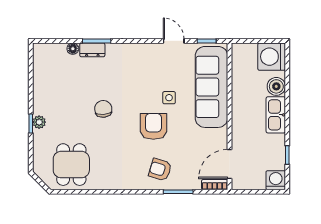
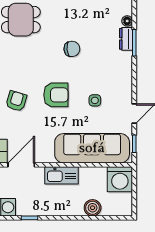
washing machine: (272, 57) -> (120, 179), moved, turned 180
side table: (169, 98) -> (95, 100), moved
kitchen sink: (276, 115) -> (62, 175), moved, turned 180
door: (230, 164) -> (21, 165), hinge flipped

